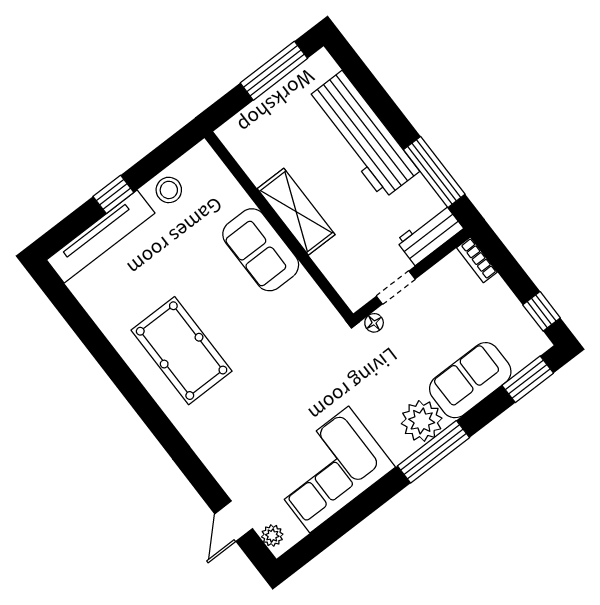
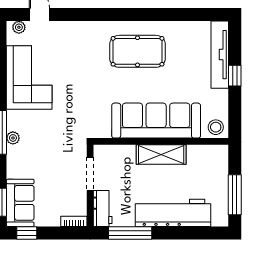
stool: (169, 190) -> (216, 127), moved
sofa: (261, 250) -> (156, 121), width x1.85, depth x1.27
doorway: (396, 288) -> (90, 174), width x1.38
floor lamp: (374, 323) -> (81, 151), removed
sofa: (470, 380) -> (20, 203), moved
plant: (422, 421) -> (13, 138), width x0.53, depth x0.53

